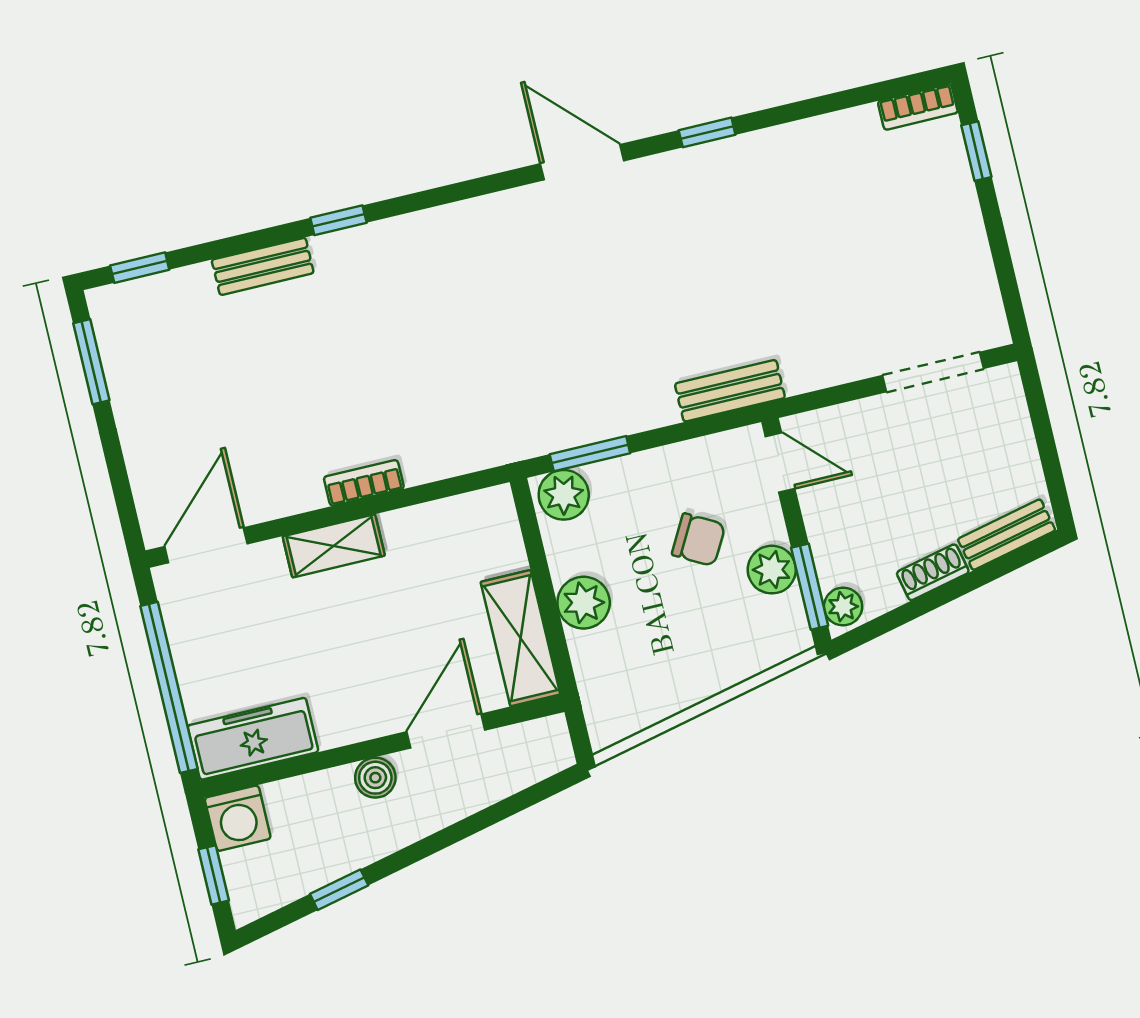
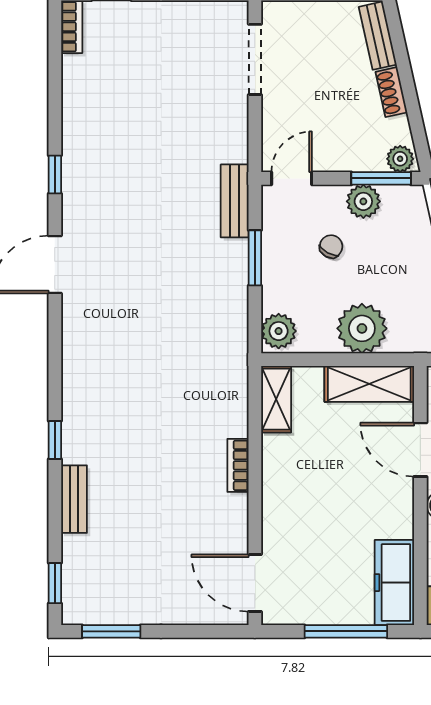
window: (590, 454) -> (255, 258), moved
chair: (699, 540) -> (331, 246), width x0.73, depth x0.73
shelving: (334, 546) -> (276, 399), moved
plant: (584, 603) -> (362, 328), width x1.36, depth x1.36
window: (169, 687) -> (346, 631), width x0.68

